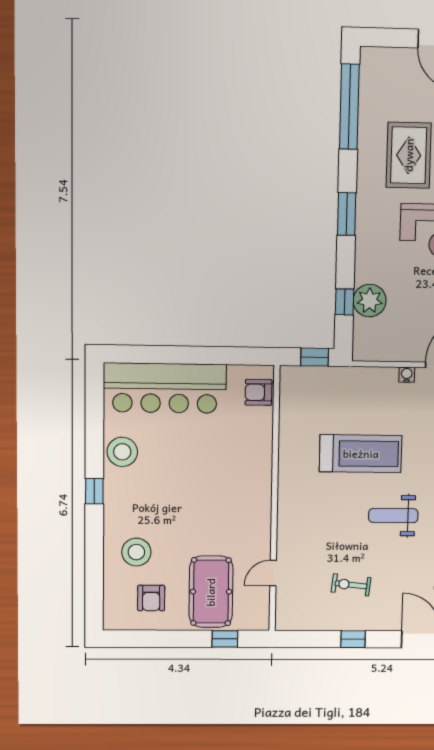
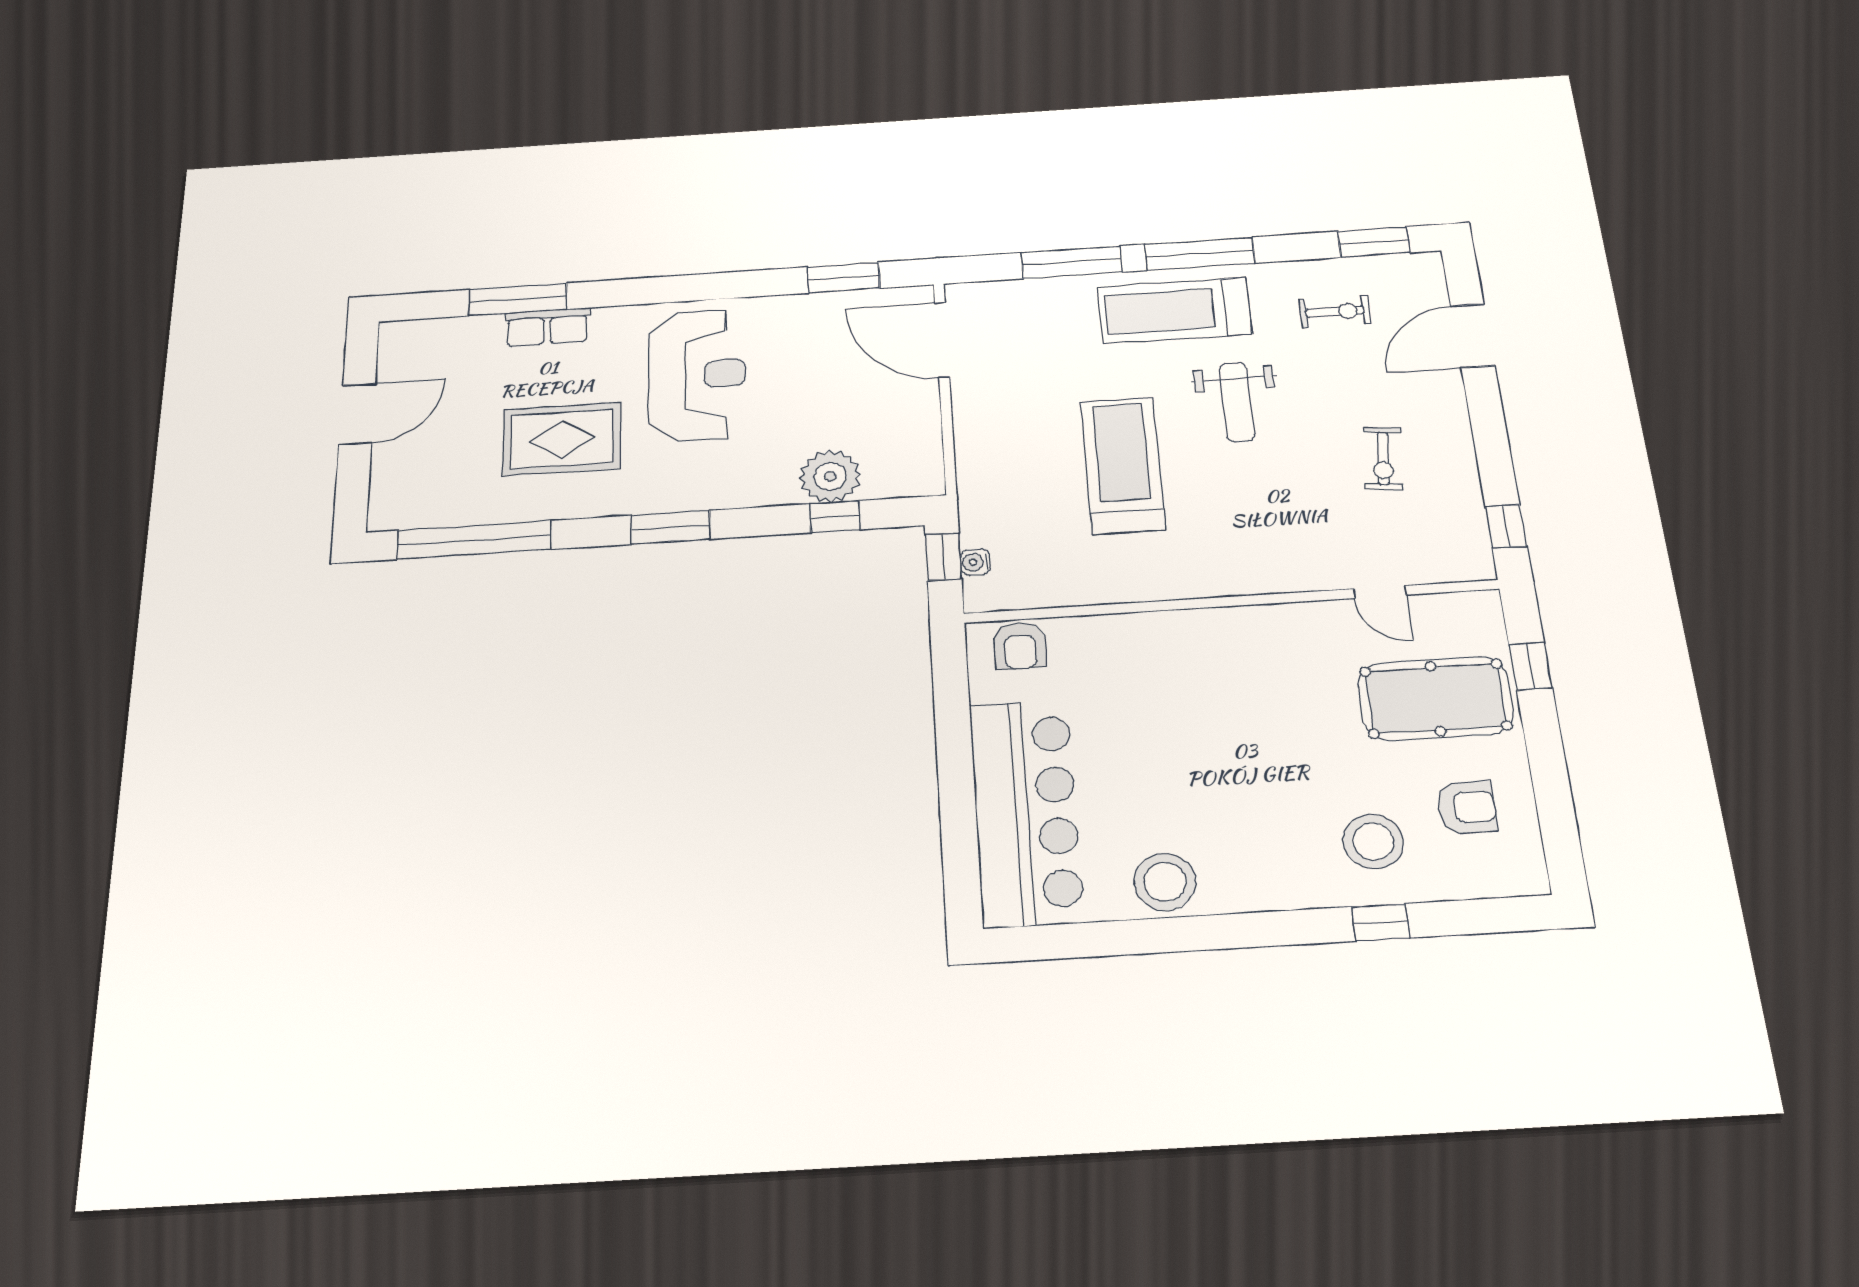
water cooler: (407, 375) -> (975, 562), moved
window: (94, 491) -> (1381, 922), moved
window: (353, 639) -> (1506, 526), moved

